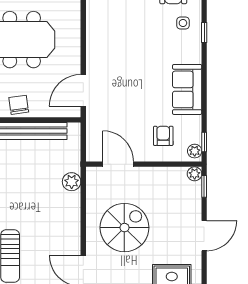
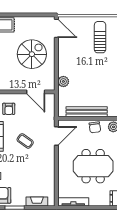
coffee table: (136, 82) -> (25, 141), added
spiral stairs: (124, 228) -> (32, 54), turned 180

